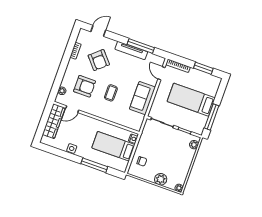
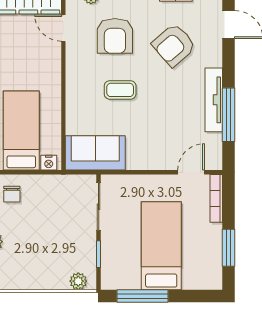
sofa: (142, 98) -> (95, 153), moved

